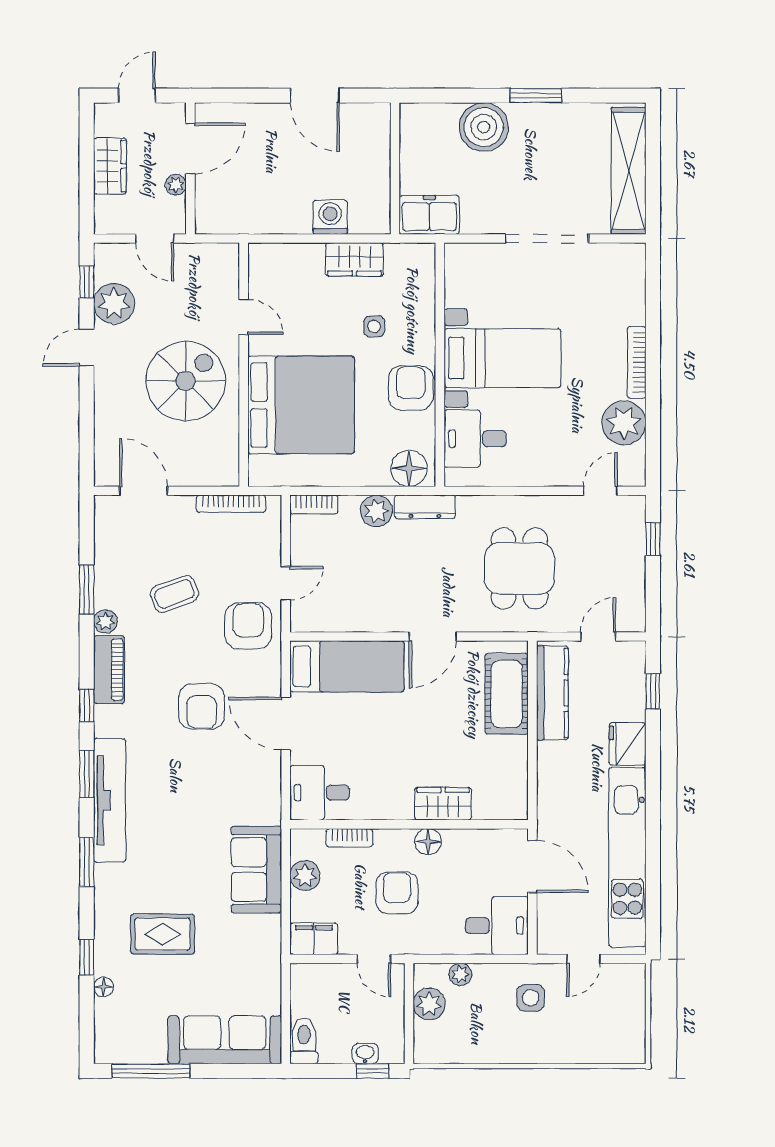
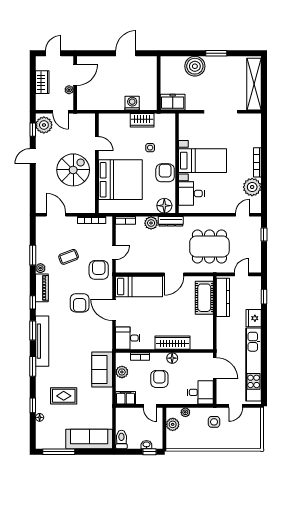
door: (315, 96) -> (126, 53), swing flipped
plant: (114, 304) -> (44, 125), moved
dining table: (519, 568) -> (209, 247), width x1.38
wardrobe: (443, 804) -> (172, 343), width x1.50

